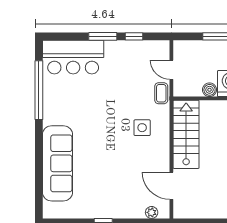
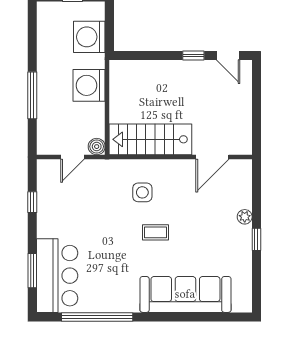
window: (103, 36) -> (32, 271), moved
boiler: (210, 90) -> (97, 147), moved
coffee table: (161, 93) -> (155, 232), moved
plant: (152, 212) -> (245, 217), moved

